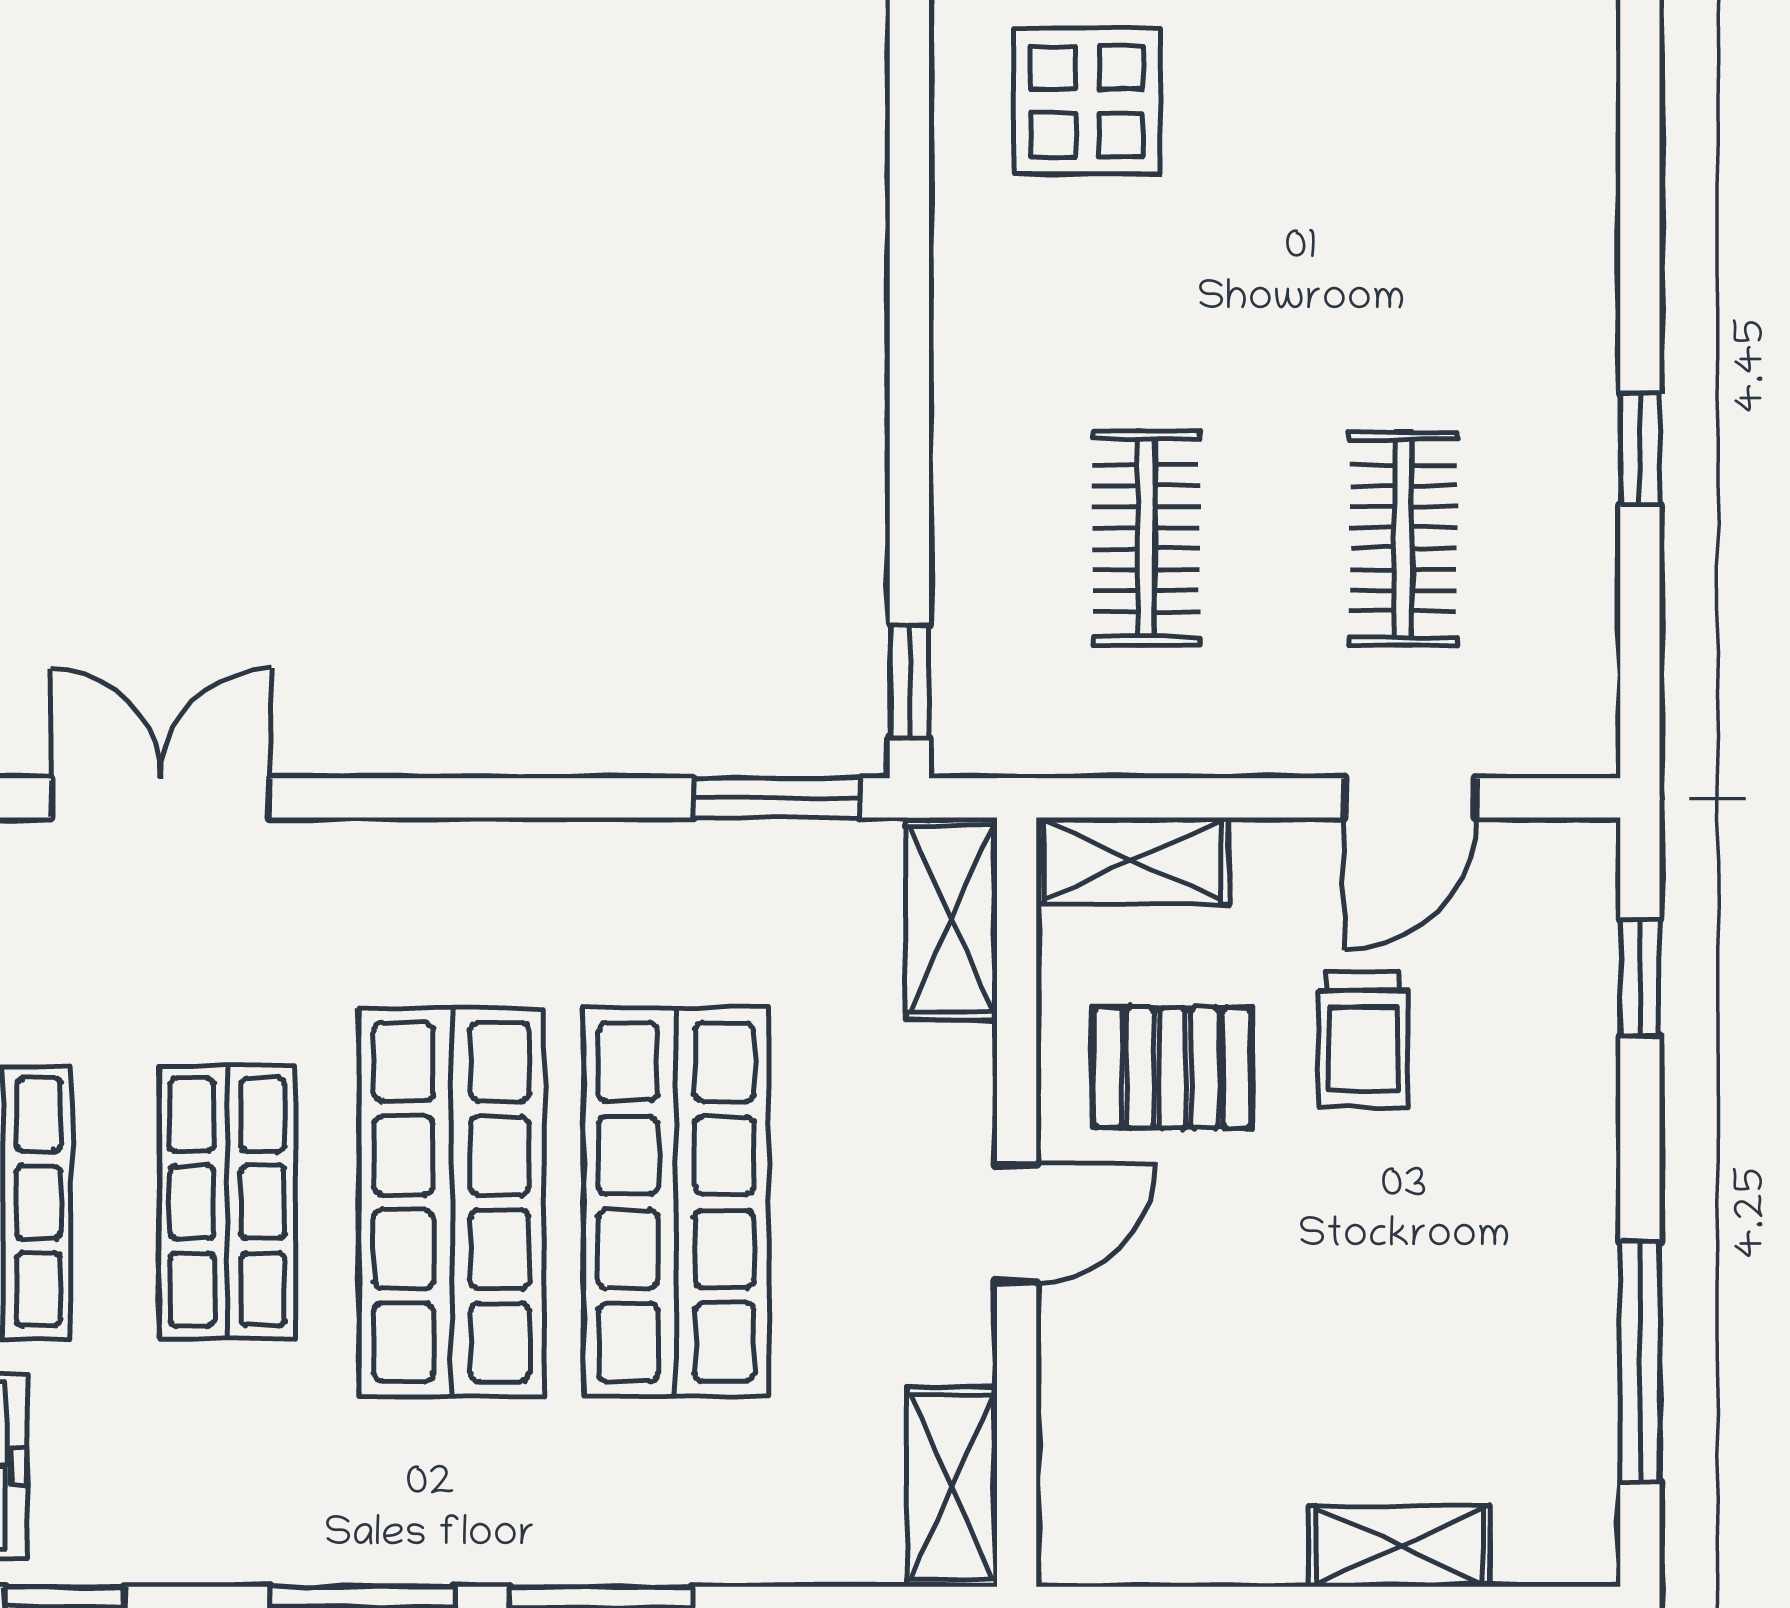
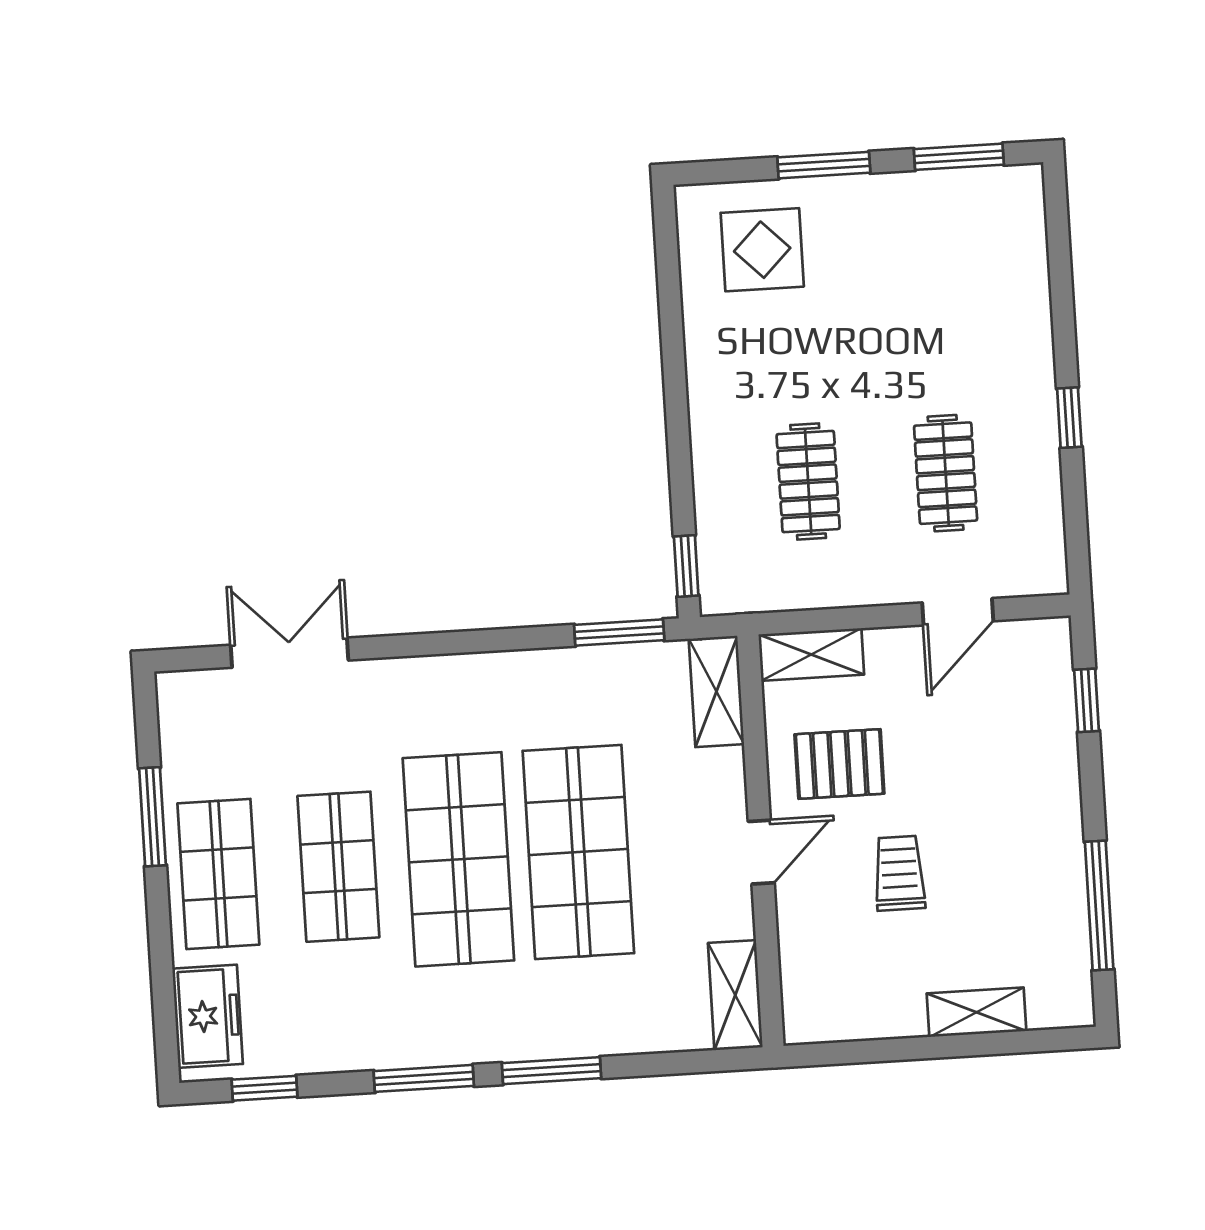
trolley: (1363, 1040) -> (899, 873), moved, turned 180

